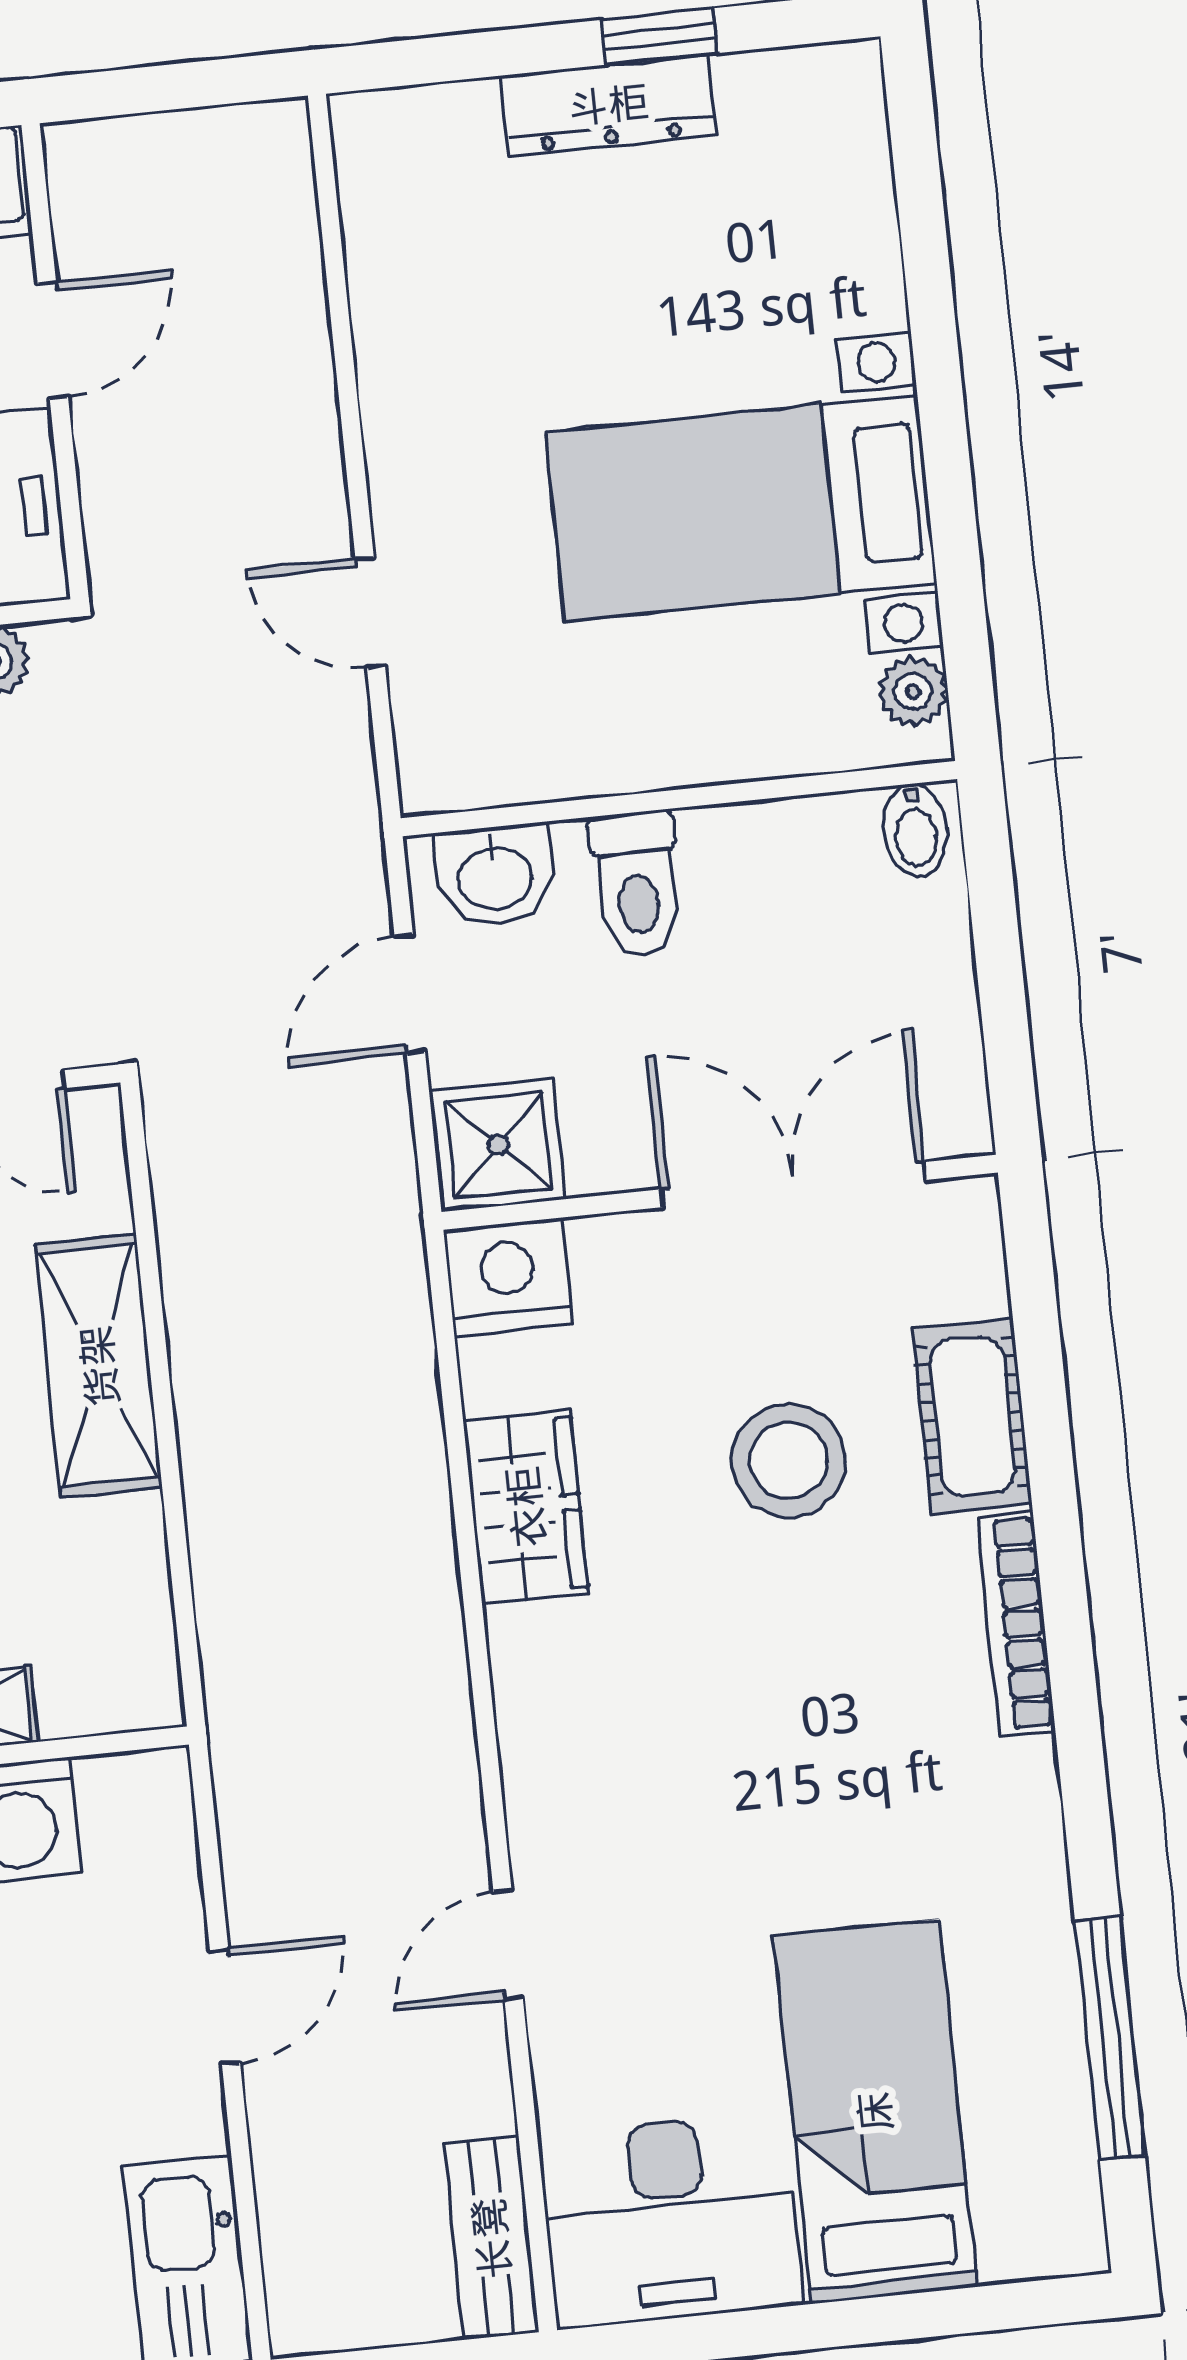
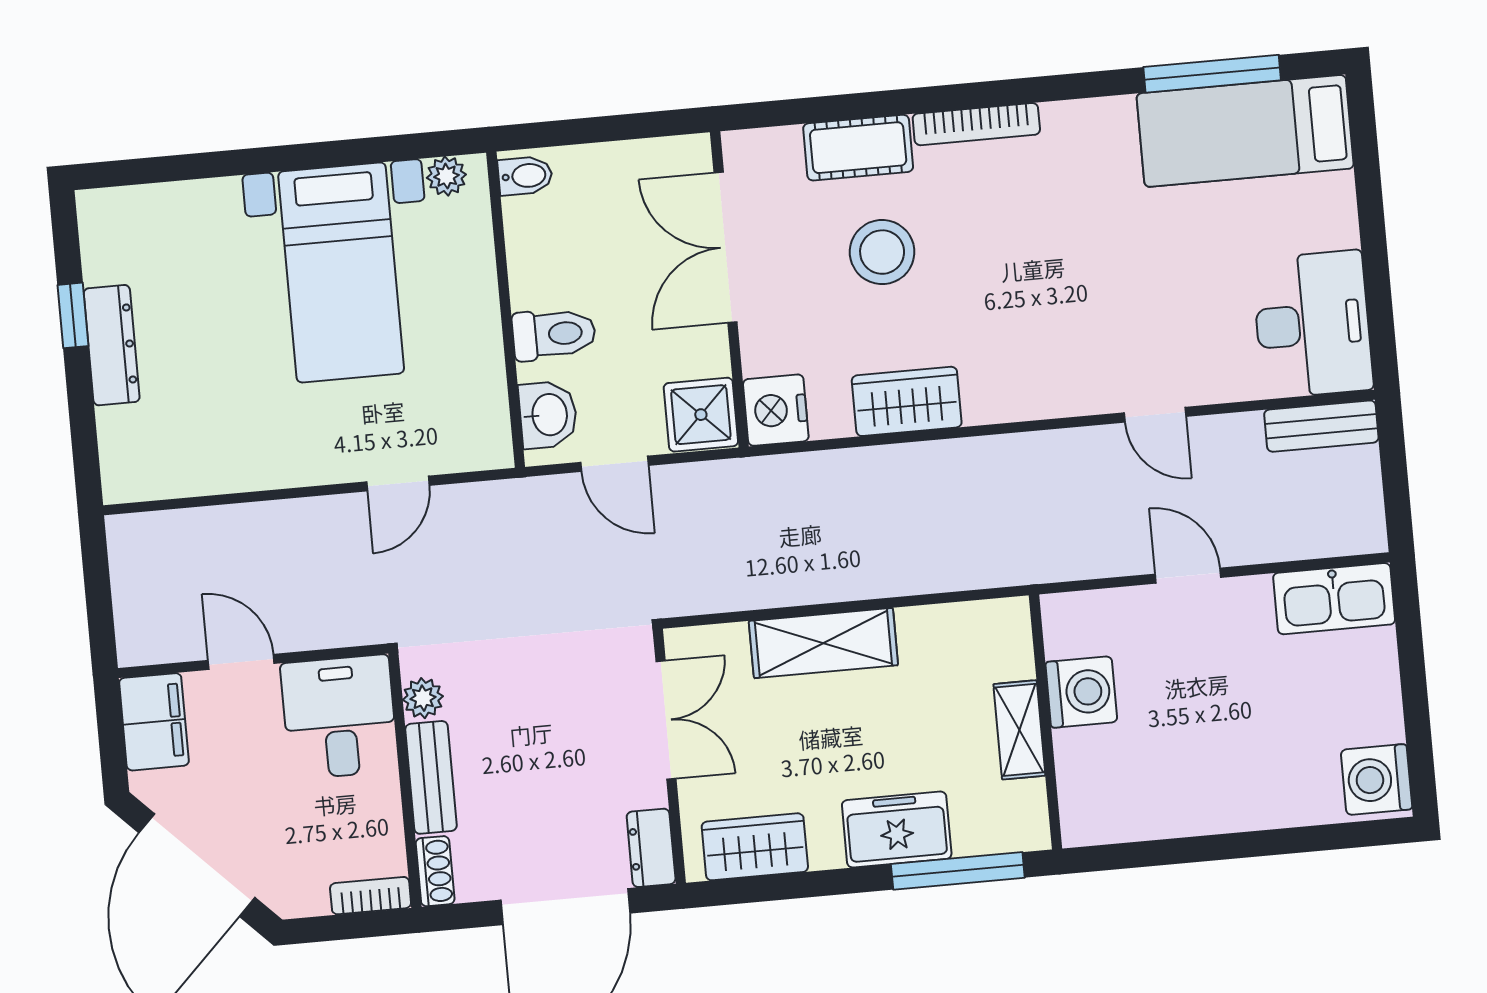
bed: (875, 2111) -> (1245, 131), moved

